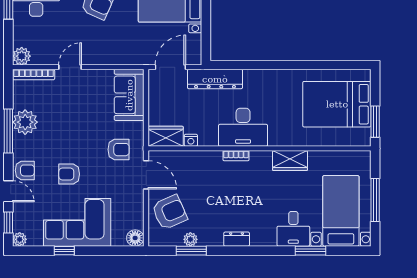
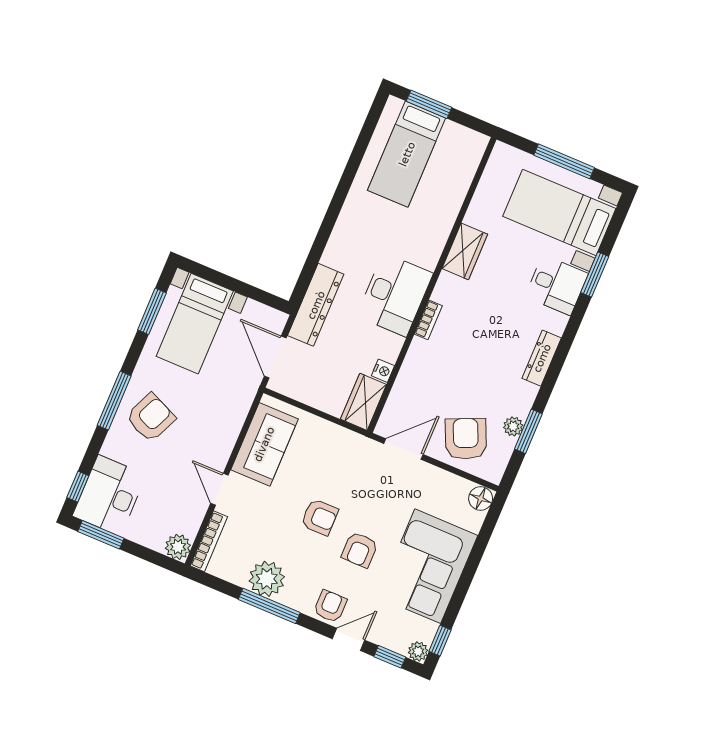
sofa: (129, 95) -> (264, 444), moved, turned -90
bed: (337, 104) -> (407, 154), width x0.67
window: (375, 122) -> (429, 104), moved
armchair: (119, 150) -> (320, 517), moved, turned 90
dresser: (237, 239) -> (542, 358), width x1.44
window: (64, 251) -> (440, 641), moved

